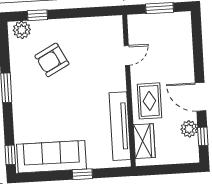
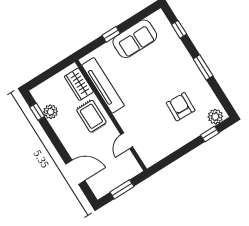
armchair: (52, 60) -> (181, 107), turned -60
door: (200, 97) -> (75, 172), moved
window: (10, 155) -> (179, 29), moved
sofa: (52, 157) -> (135, 39), width x0.73

